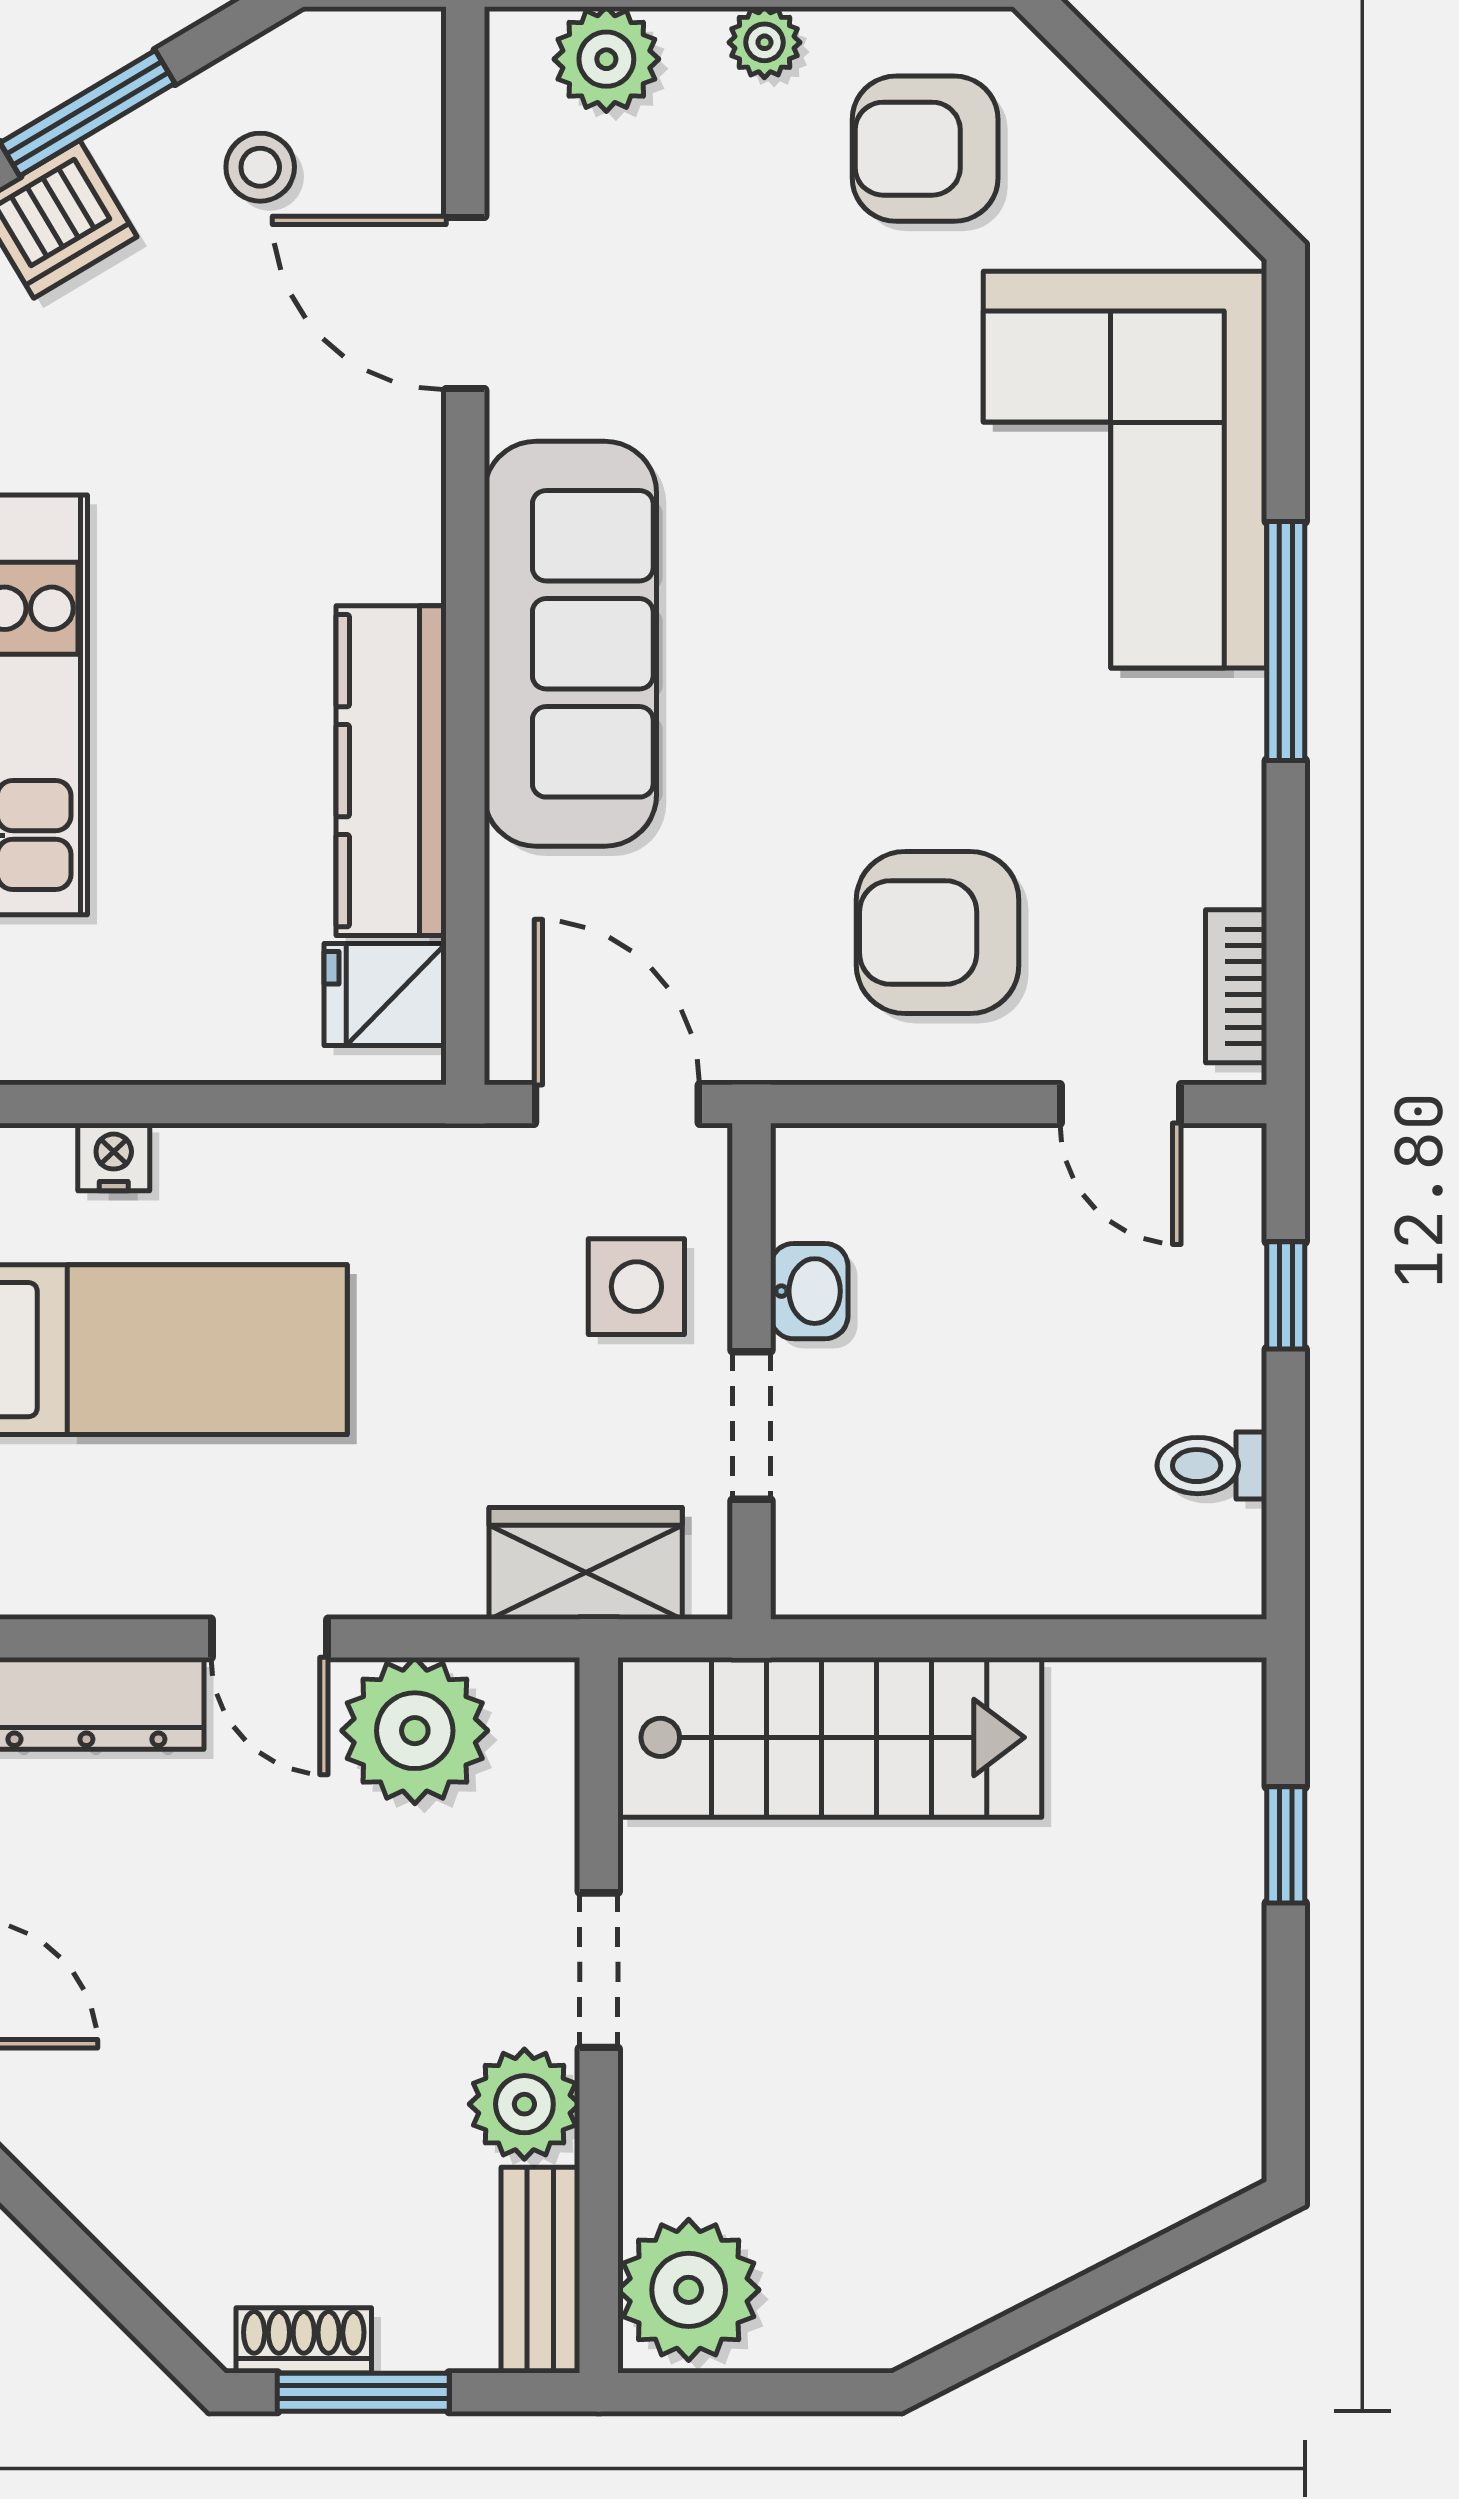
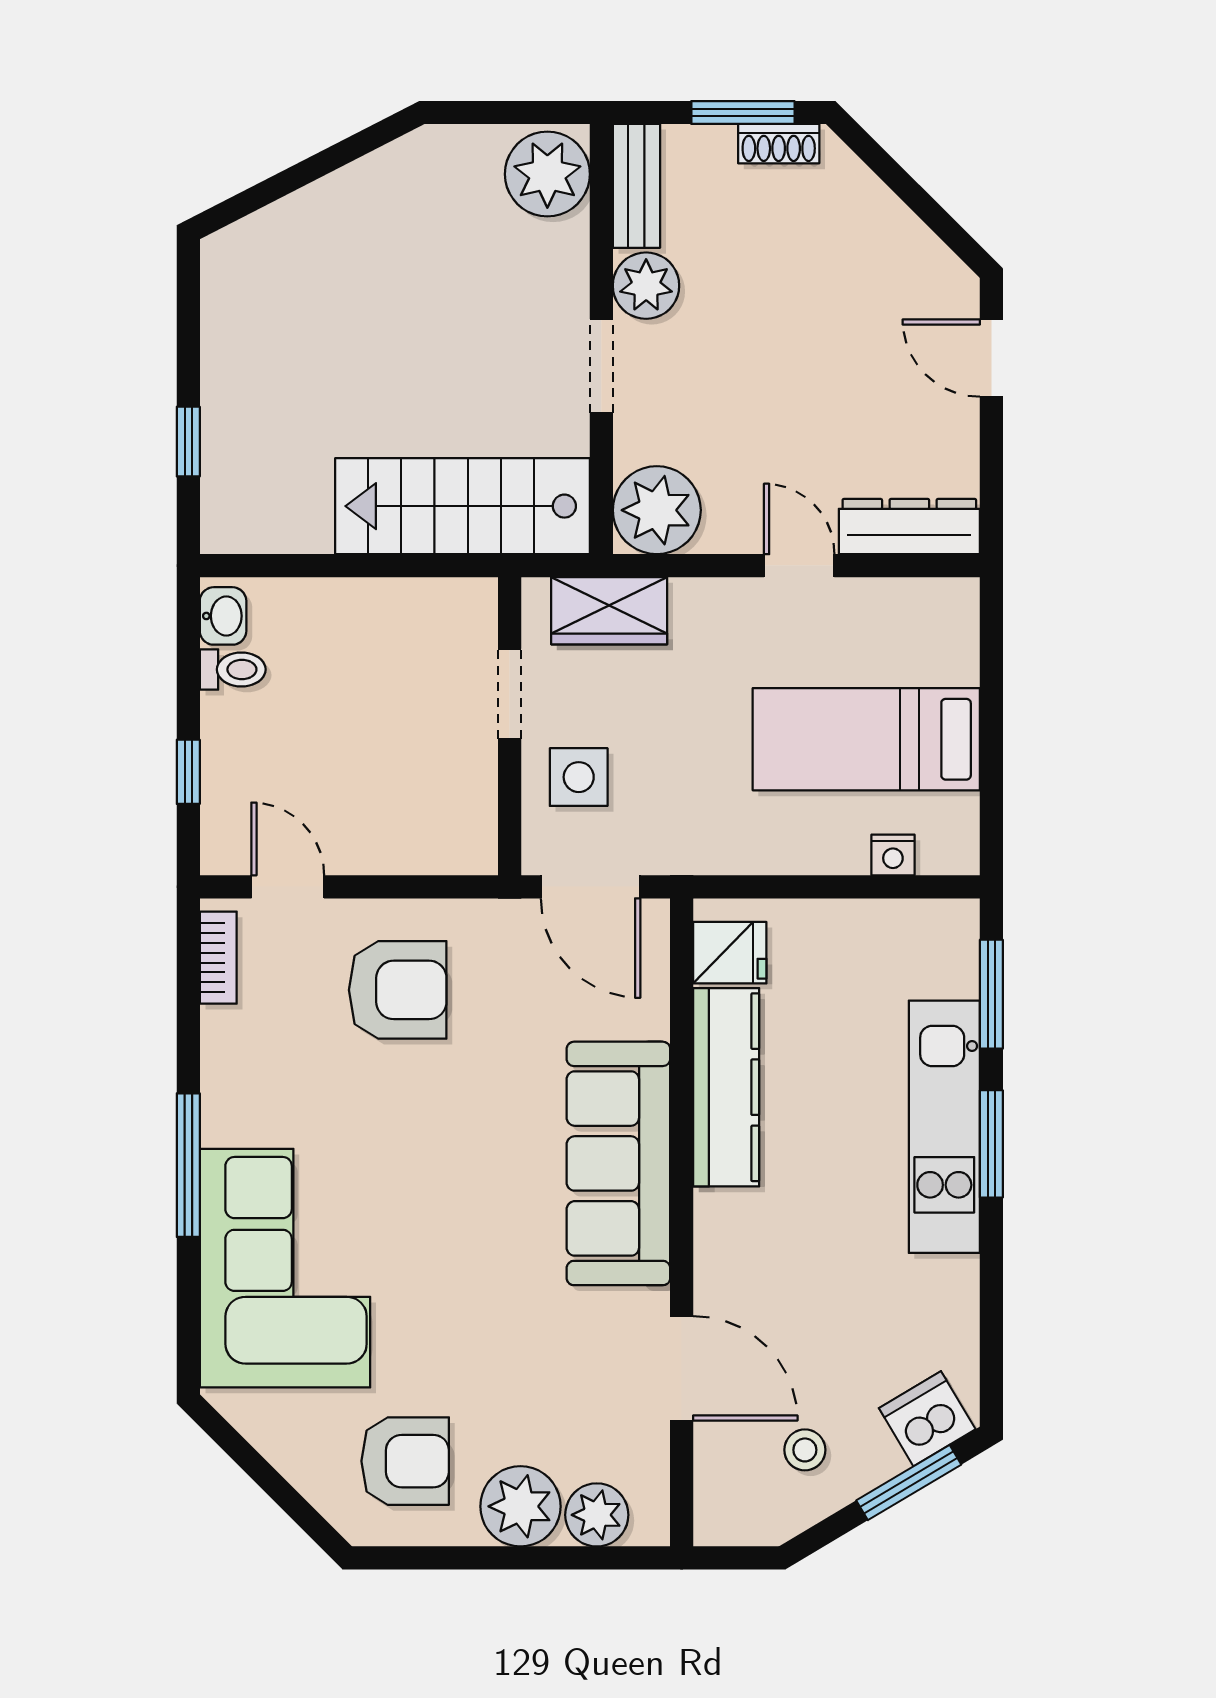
plant: (764, 42) -> (520, 1506), width x1.88, depth x1.88
washbasin: (809, 1291) -> (223, 616), moved, turned 180
plant: (415, 1731) -> (657, 510), moved

